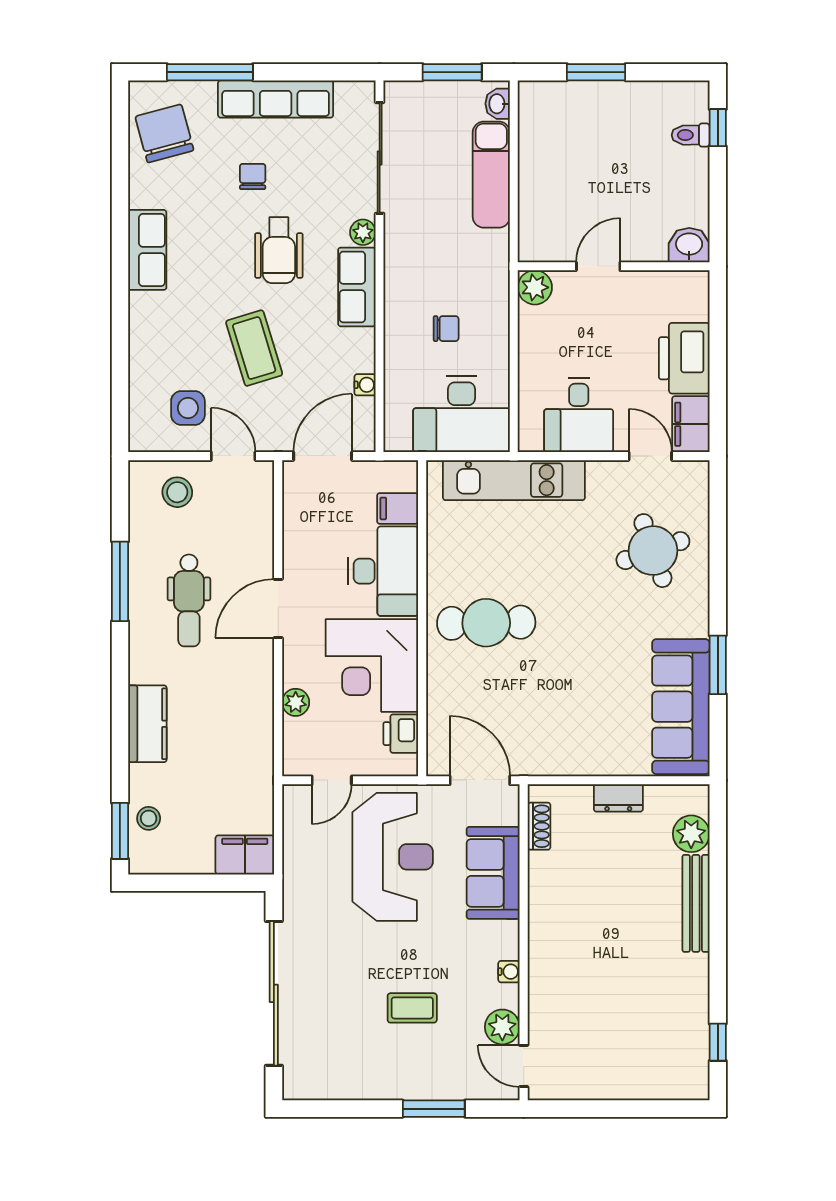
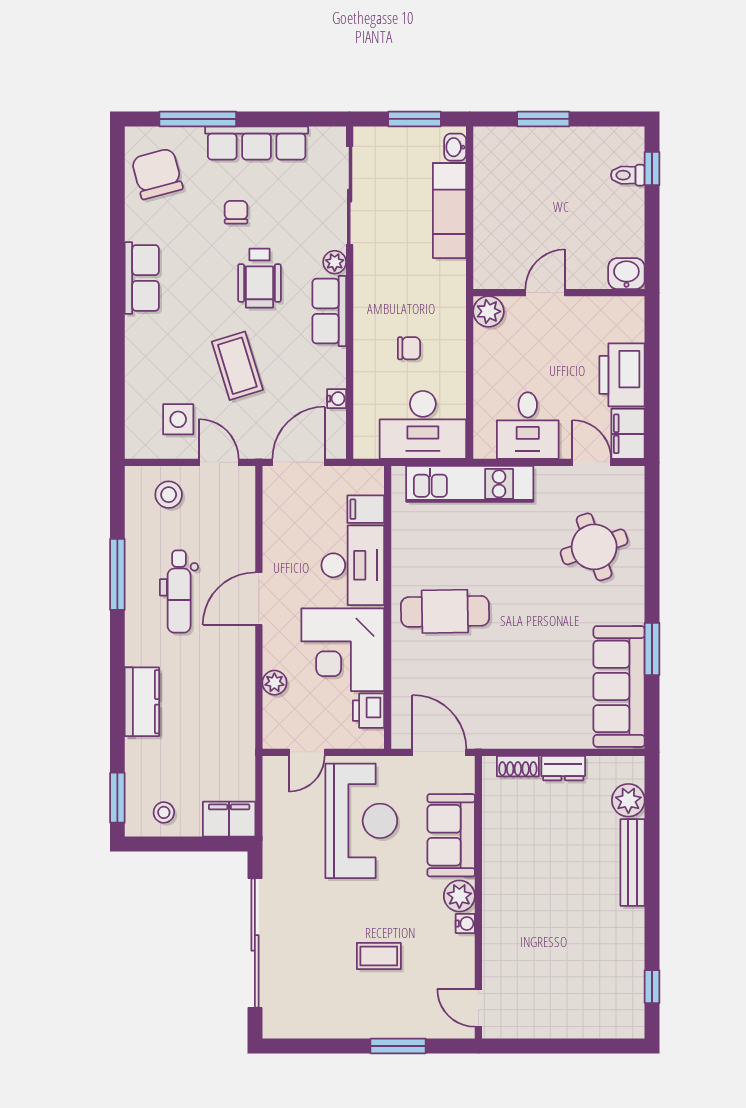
stool: (149, 818) -> (164, 812), moved
shoe rack: (539, 826) -> (518, 766), moved, turned 90
plant: (502, 1027) -> (459, 896), moved

